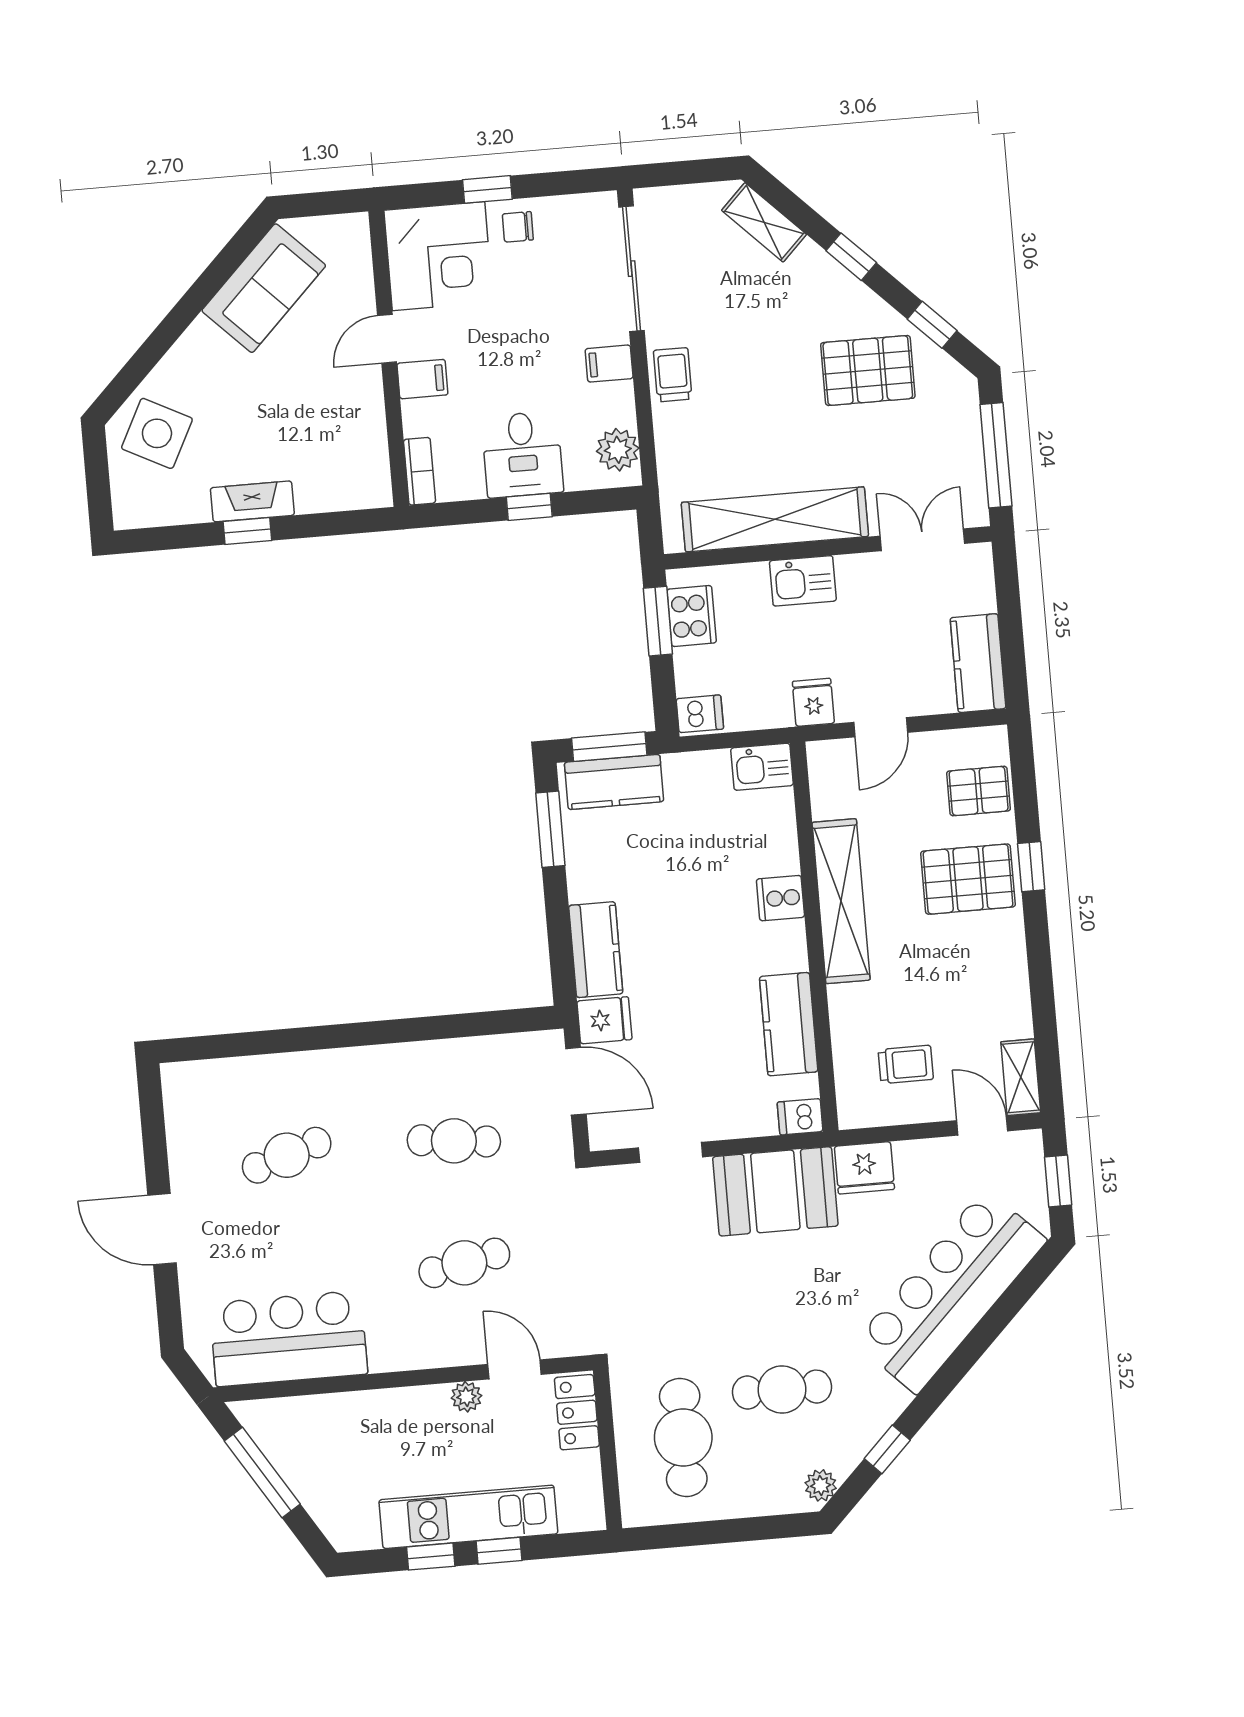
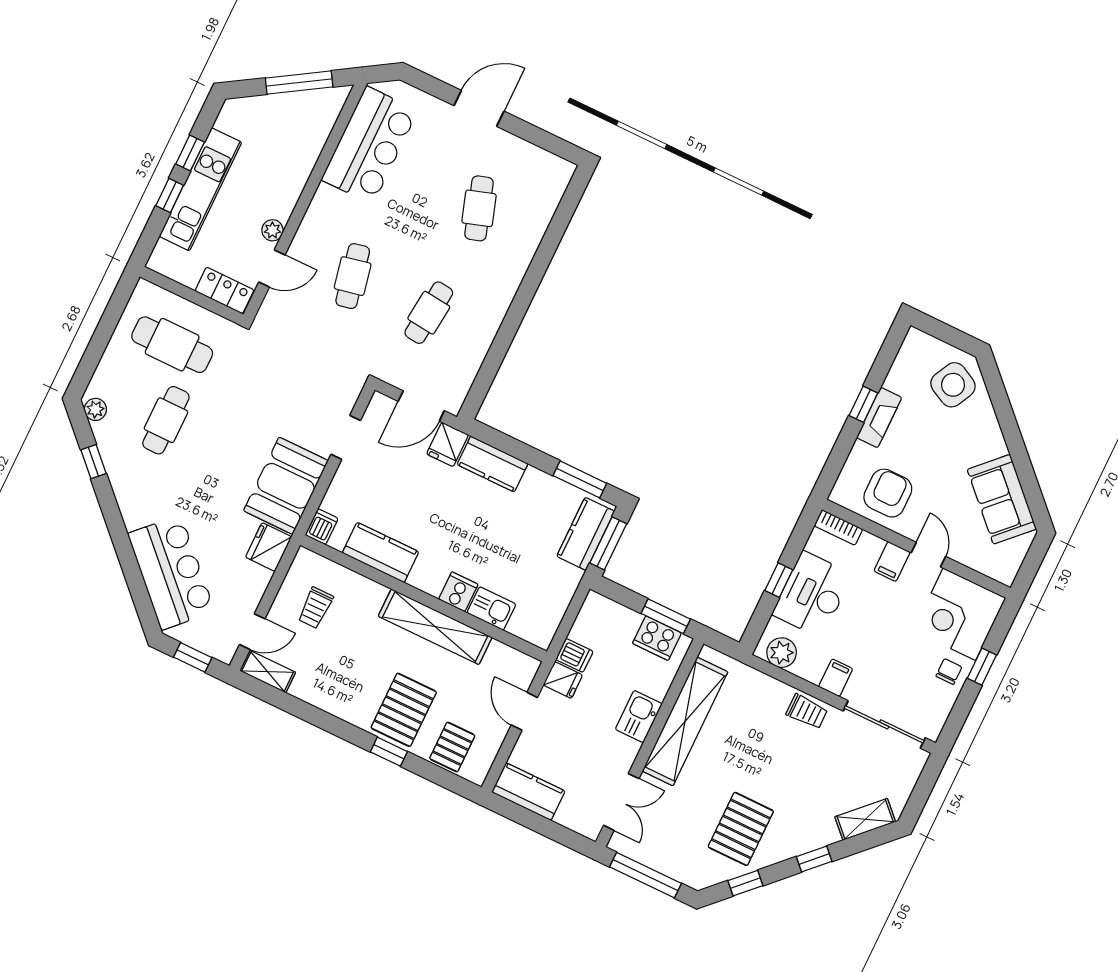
armchair: (340, 435) -> (888, 493), added
desk: (522, 454) -> (812, 594), width x1.37
dishwasher: (700, 714) -> (574, 655), moved, turned -90
kitchen sink: (762, 767) -> (491, 609), moved, turned 90
bar counter: (951, 1291) -> (171, 573), width x0.73

